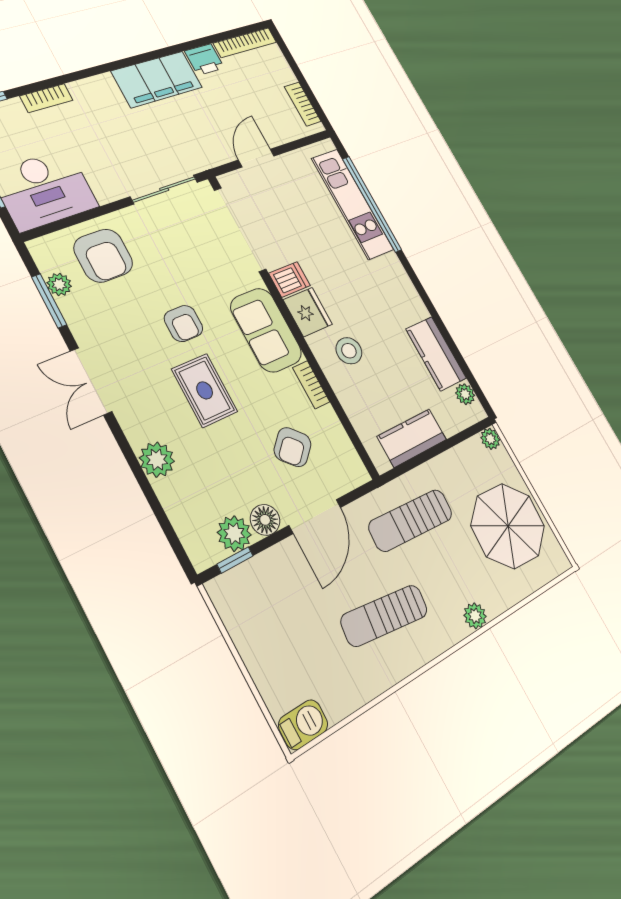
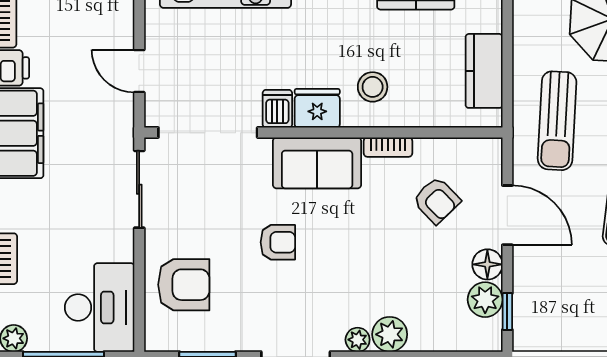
plant: (59, 284) -> (358, 340), moved
rug: (205, 390) -> (348, 256), removed

